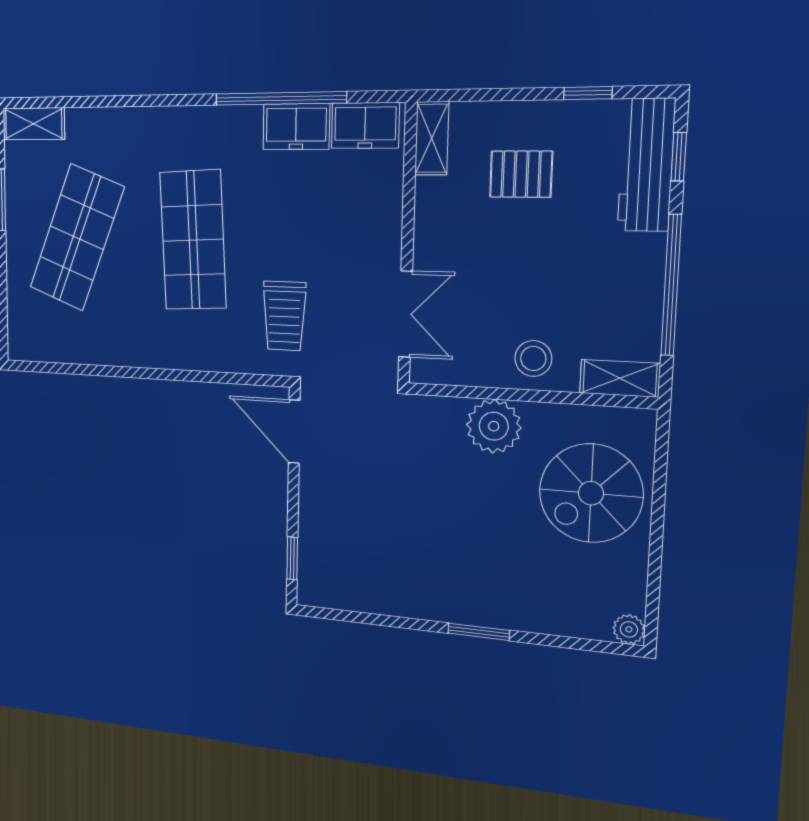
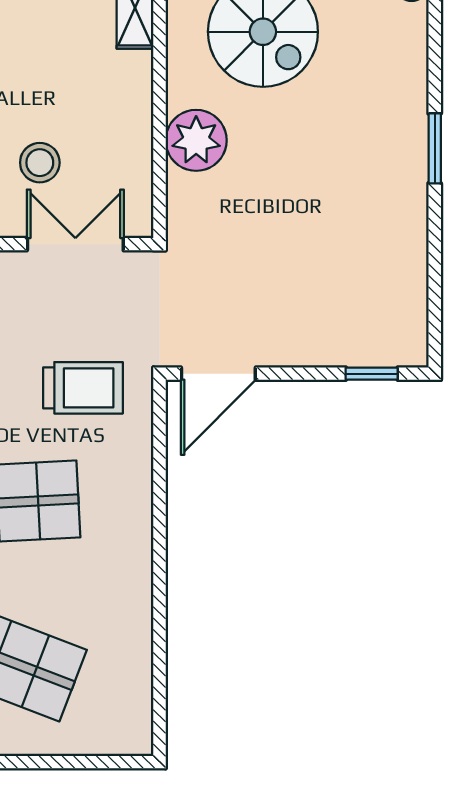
stool: (533, 358) -> (40, 163), moved

